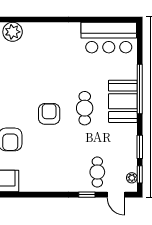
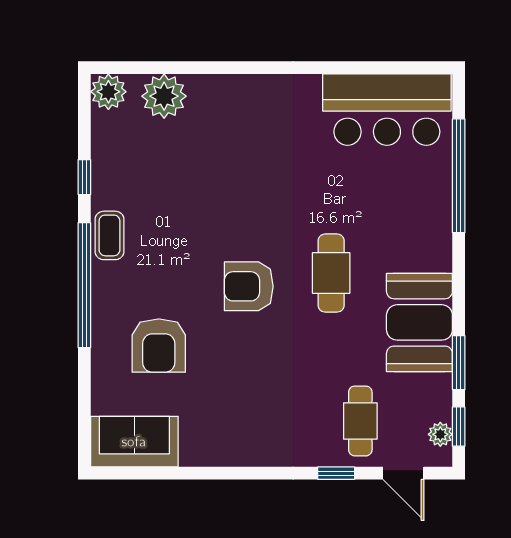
window: (140, 89) -> (459, 176), moved
booth: (123, 101) -> (419, 322), moved
armchair: (49, 114) -> (249, 286), turned -90

